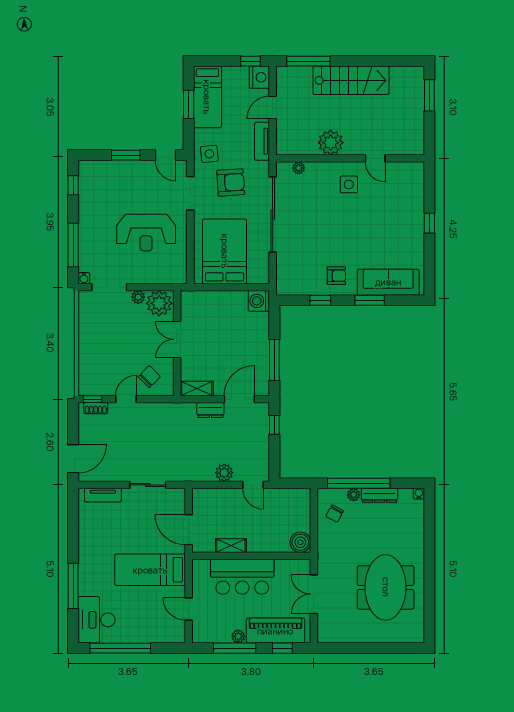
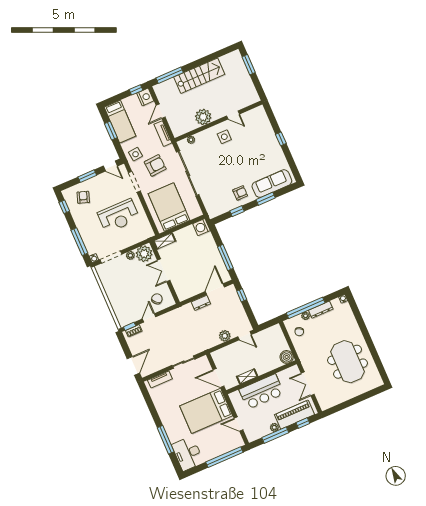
armchair: (107, 183) -> (83, 197), added
shelving: (197, 389) -> (165, 241), moved
bed: (150, 570) -> (206, 411), width x1.50
window: (120, 648) -> (224, 457), moved

